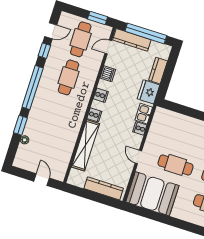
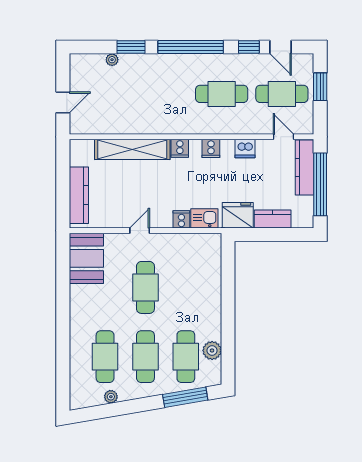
window: (98, 18) -> (320, 87), moved
booth: (152, 194) -> (86, 258), width x0.73, depth x0.70

